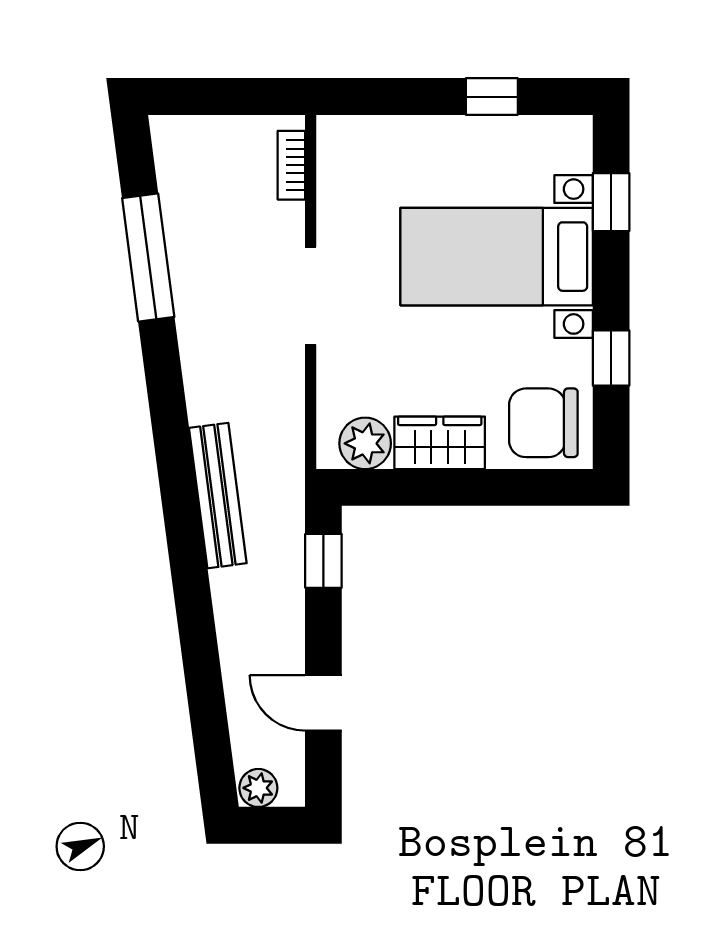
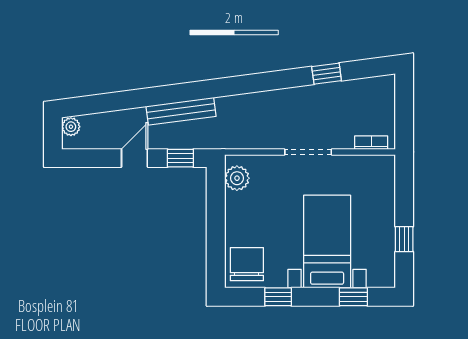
window: (148, 257) -> (327, 74), width x0.46
wardrobe: (440, 443) -> (237, 214), removed
bench: (218, 496) -> (181, 111), moved
door: (323, 703) -> (134, 158), moved

